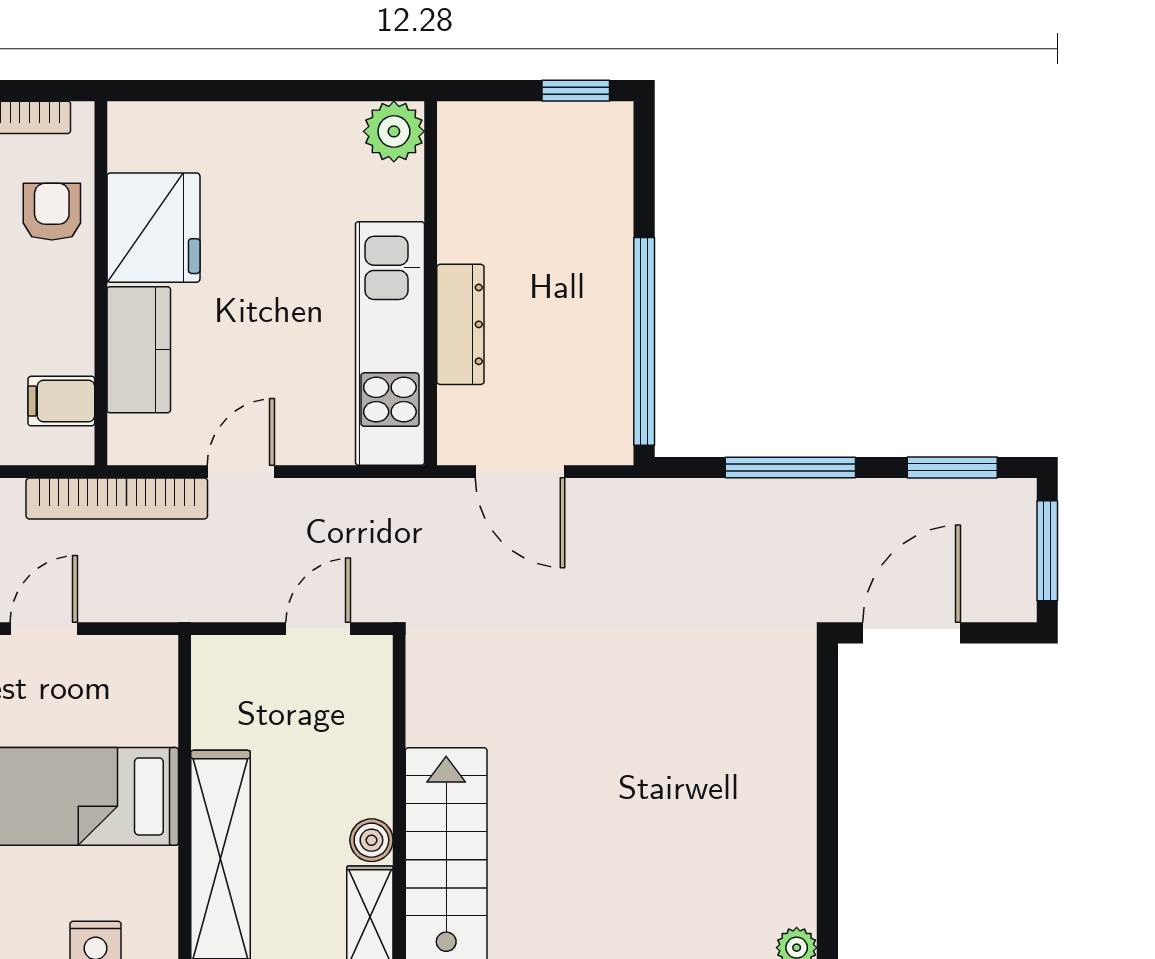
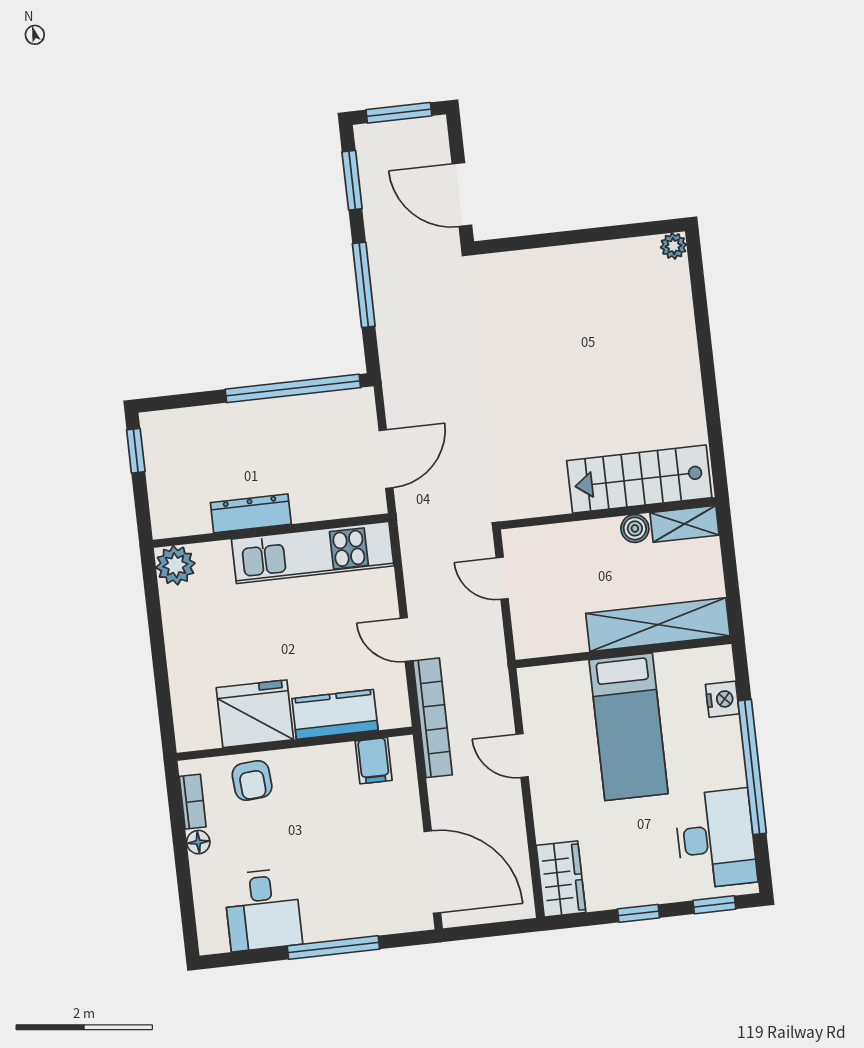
armchair: (52, 212) -> (252, 780), turned -94
dresser: (460, 324) -> (251, 513), moved

